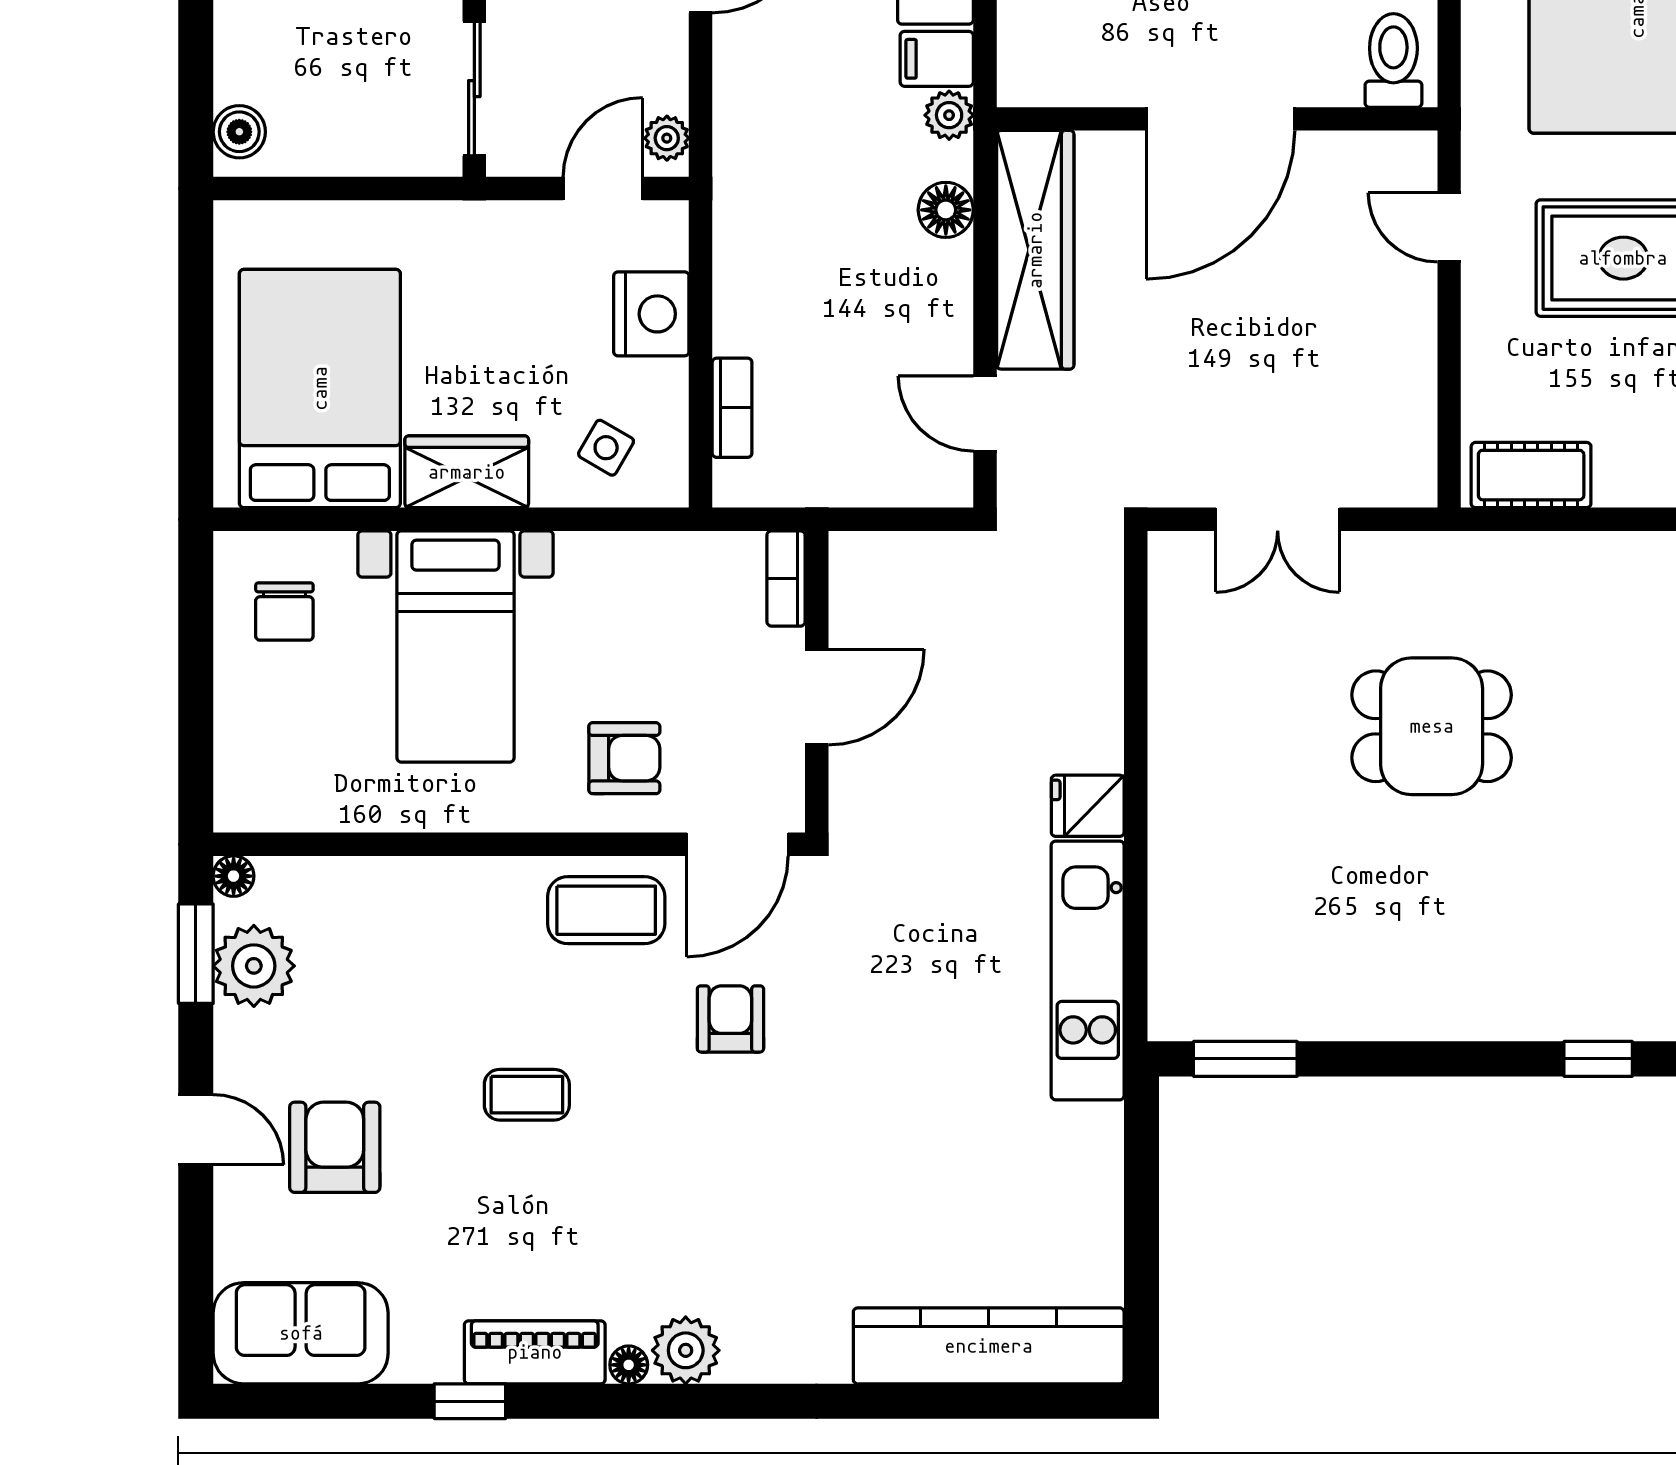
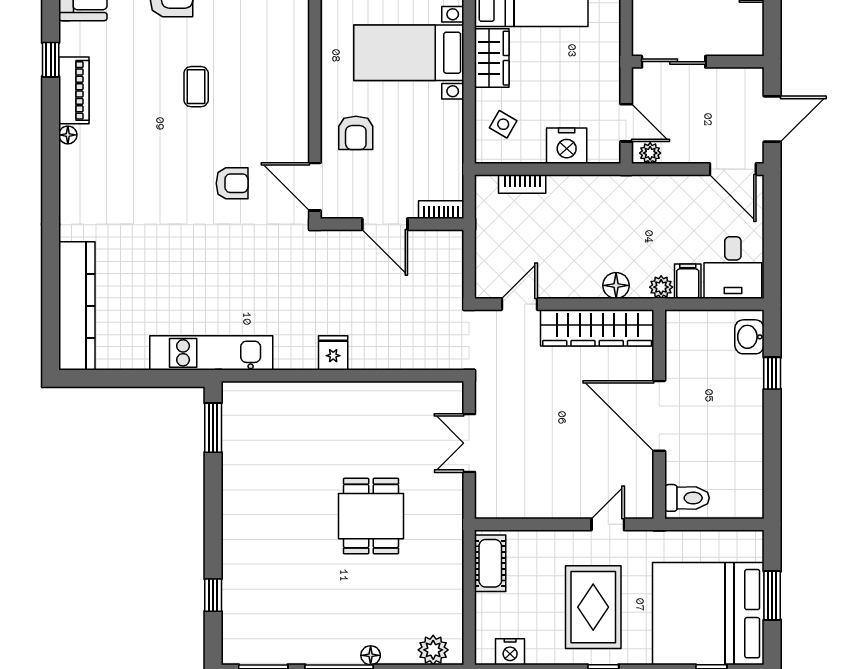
coffee table: (606, 910) -> (284, 124), removed
kitchen unit: (1088, 970) -> (211, 353), moved
plant: (686, 1350) -> (75, 162), removed

